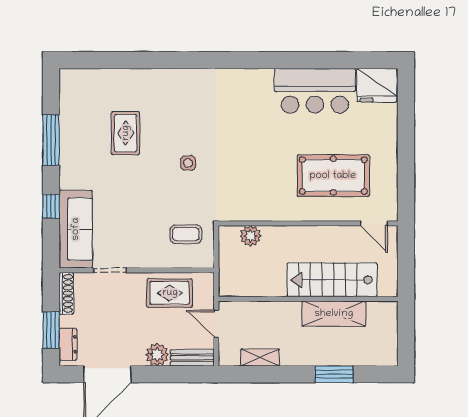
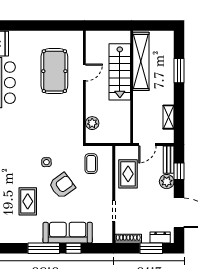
rug: (126, 133) -> (28, 201), turned 90
window: (51, 140) -> (44, 248), moved
armchair: (151, 188) -> (62, 186), added
door: (374, 223) -> (84, 72), moved
sofa: (76, 229) -> (68, 233), moved
shelving: (334, 314) -> (141, 61), width x1.47
window: (174, 374) -> (179, 171), added

